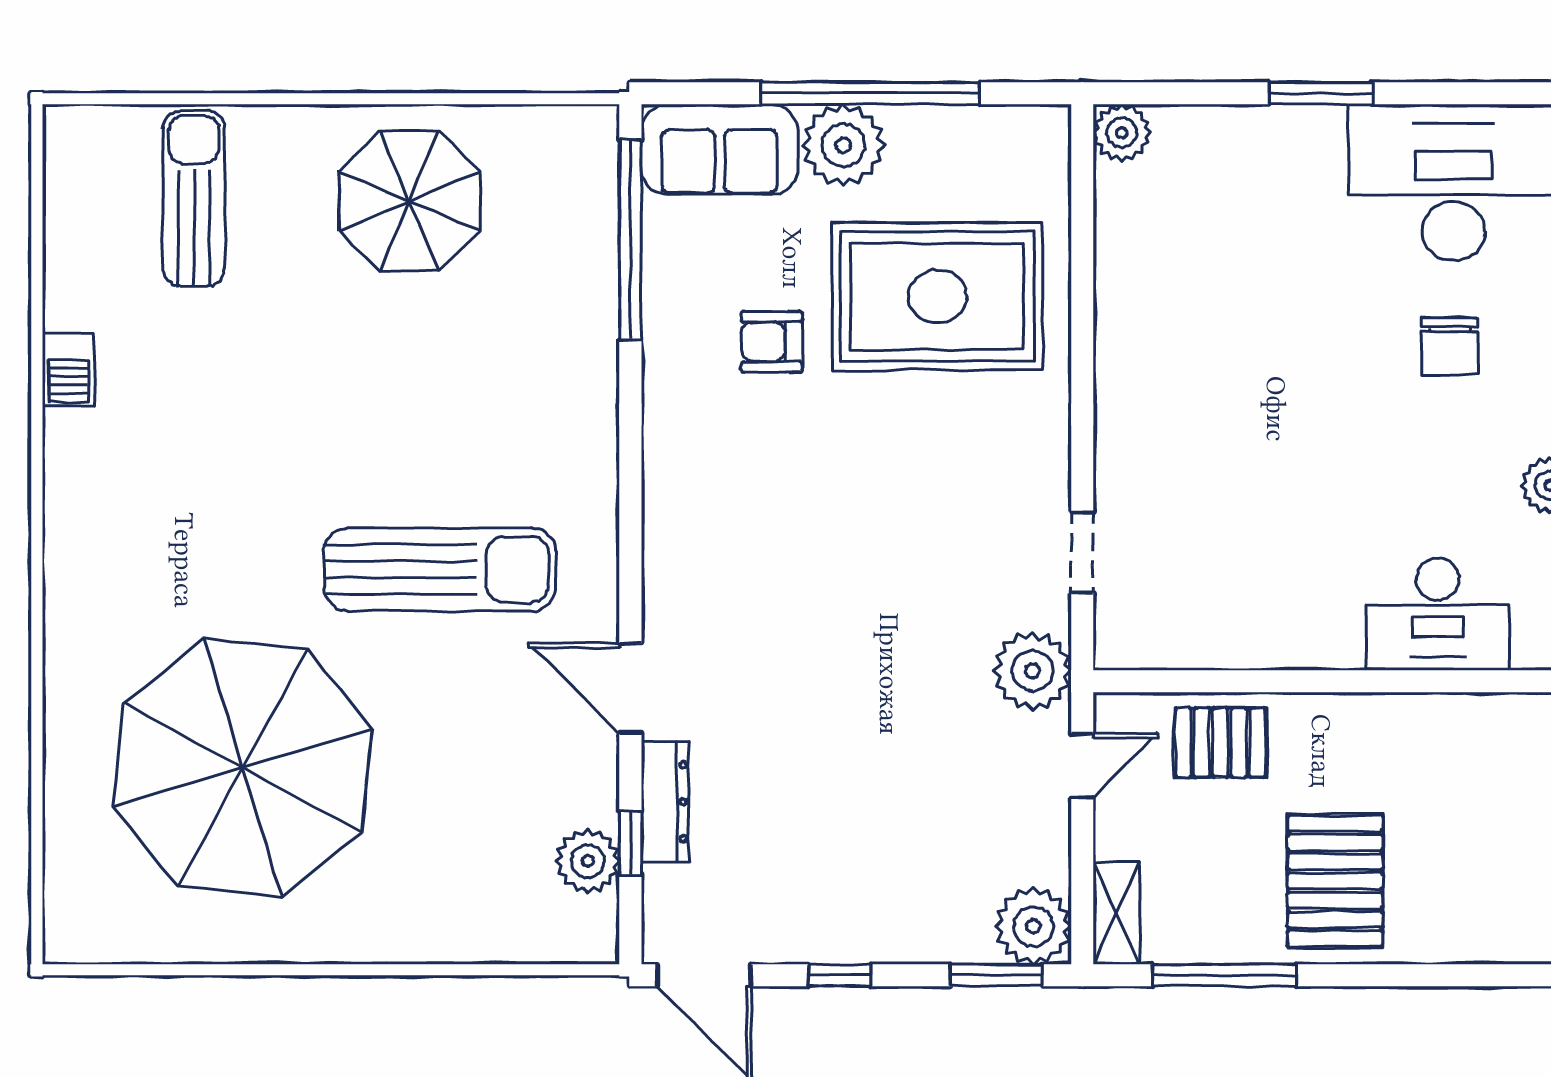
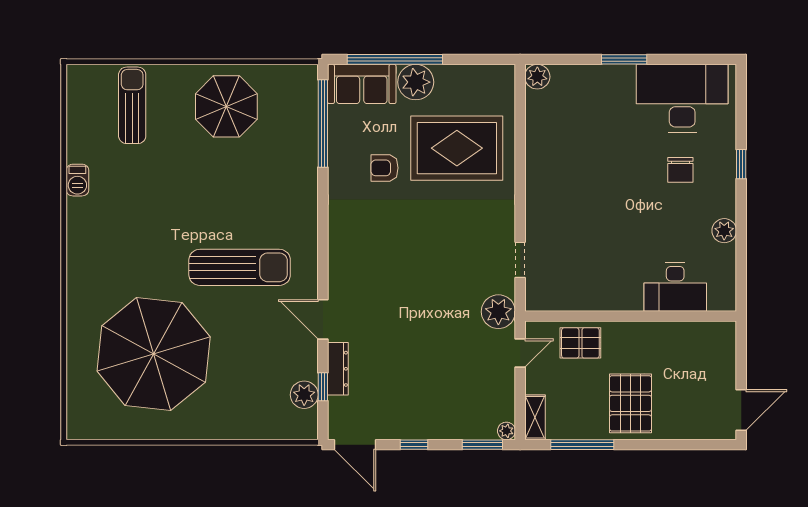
window: (870, 93) -> (395, 59), moved
plant: (1033, 926) -> (506, 431), width x0.53, depth x0.53

